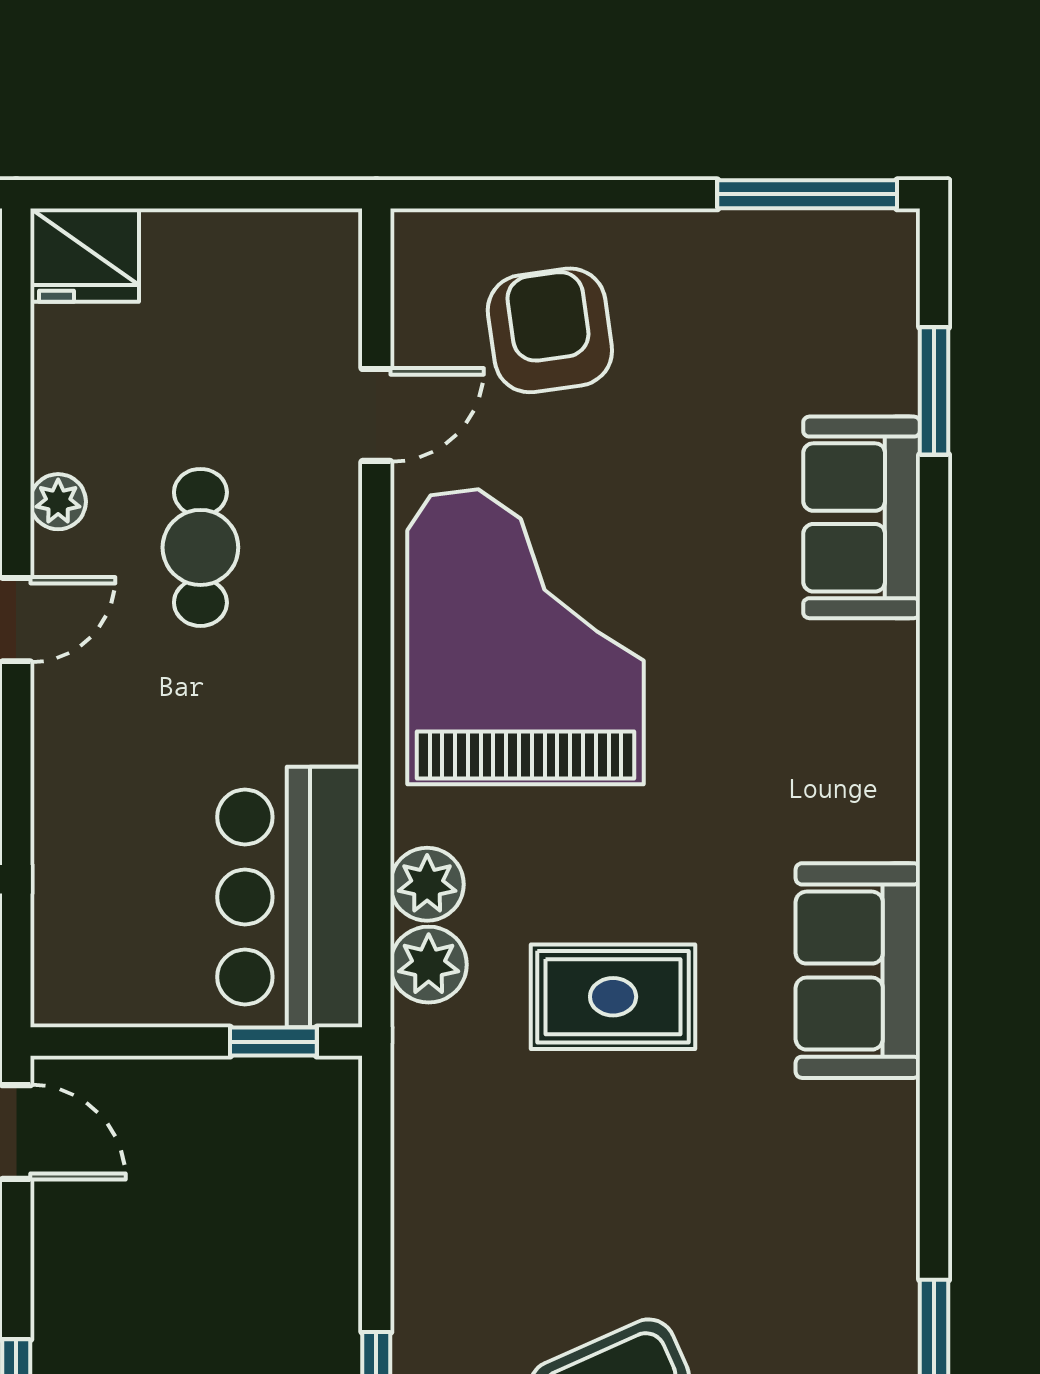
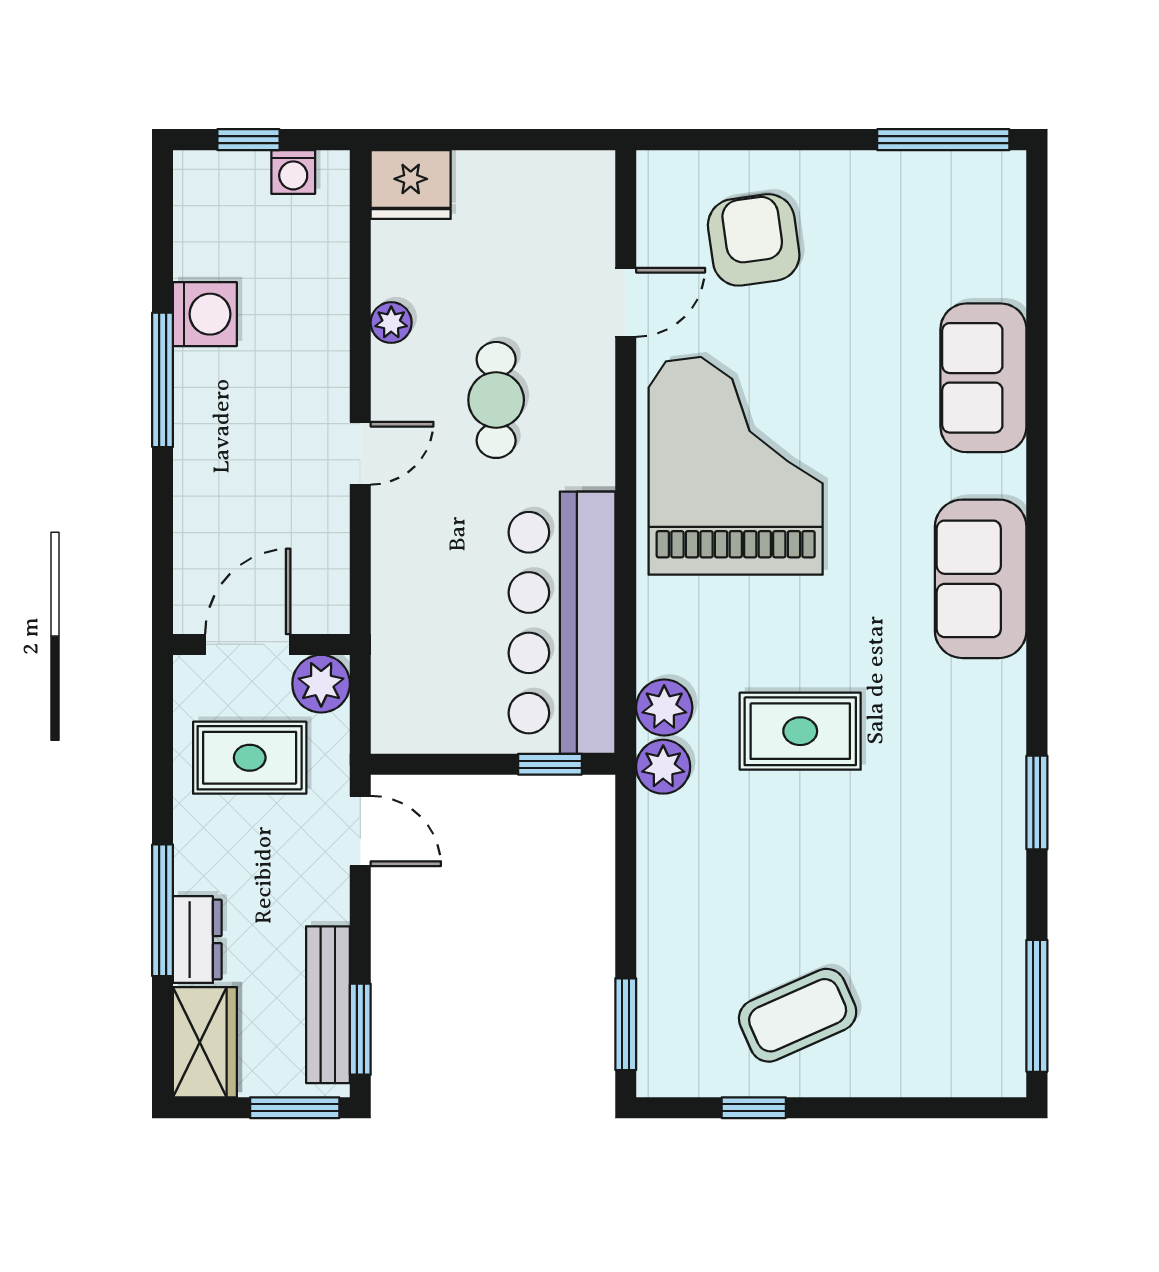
window: (934, 391) -> (1037, 802), moved
plant: (58, 502) -> (391, 323), moved
plant: (427, 884) -> (663, 767), moved
bar counter: (290, 897) -> (562, 623), width x1.36
sofa: (858, 971) -> (981, 579), moved

